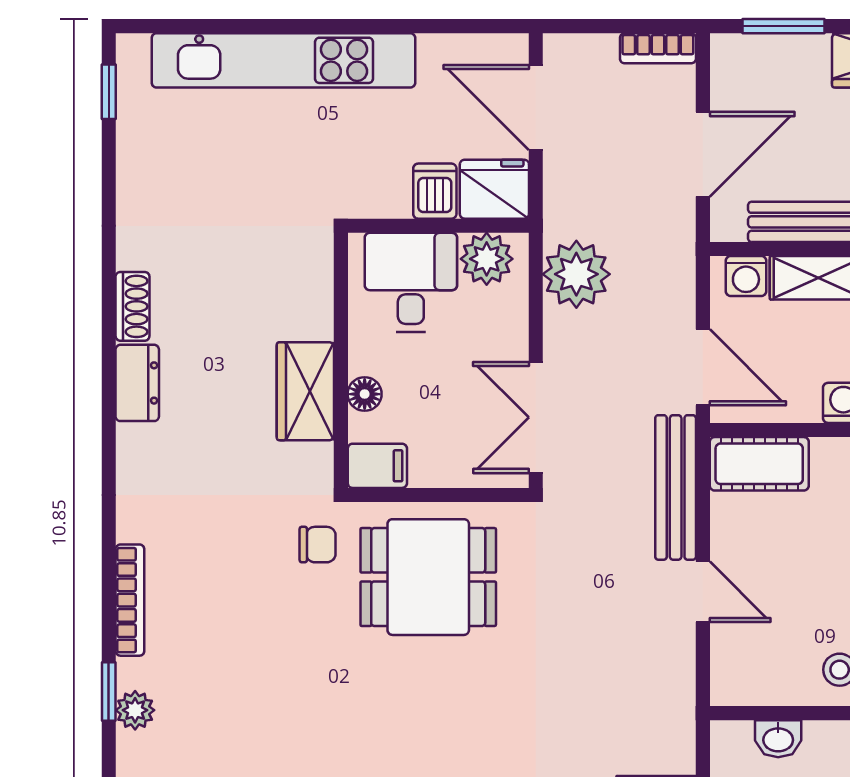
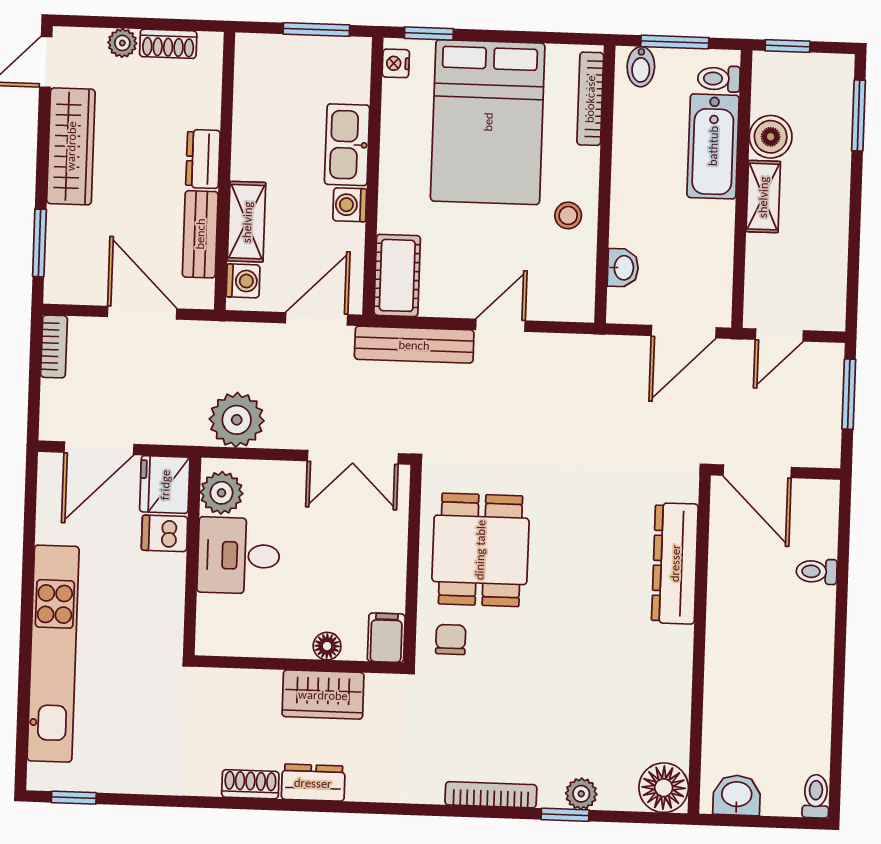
wall: (341, 360) -> (299, 665), moved
wardrobe: (305, 391) -> (323, 695), moved
floor lamp: (365, 394) -> (327, 646), moved
filing cabinet: (377, 466) -> (386, 638), moved

